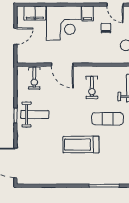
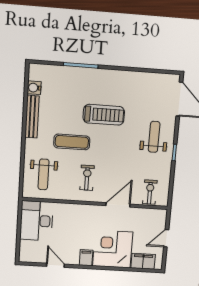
chair: (106, 28) -> (67, 241), removed
door: (62, 65) -> (118, 205), hinge flipped
weight bench: (35, 115) -> (154, 137), moved, turned 90

